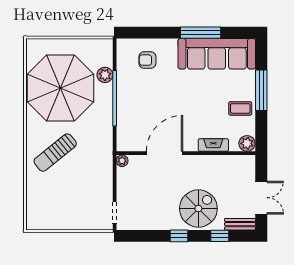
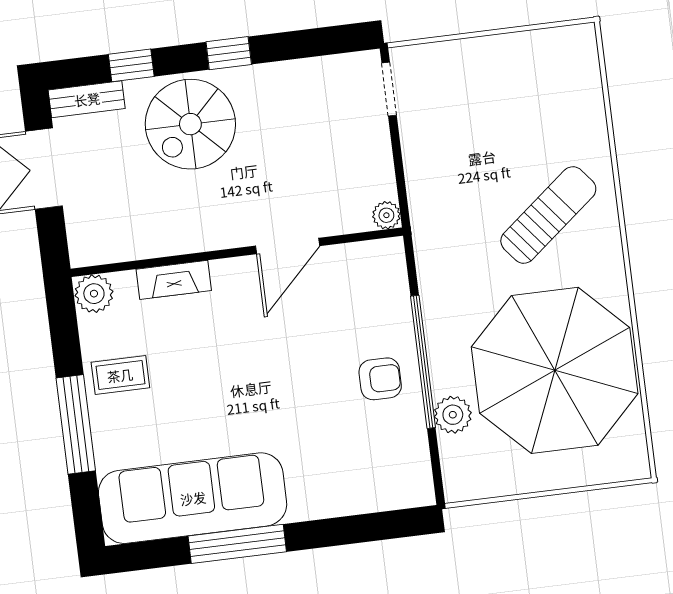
armchair: (147, 60) -> (380, 379), moved
door: (165, 153) -> (288, 246), width x0.73

